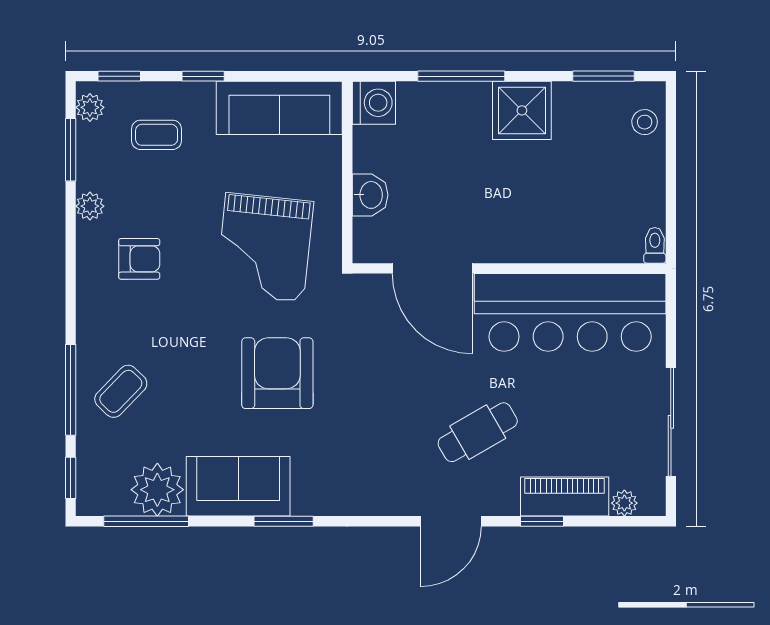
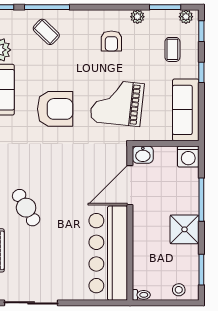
toilet: (655, 245) -> (141, 295), moved
door: (432, 268) -> (130, 185), moved
wall: (509, 268) -> (130, 223), moved
bar counter: (570, 312) -> (108, 253), moved

